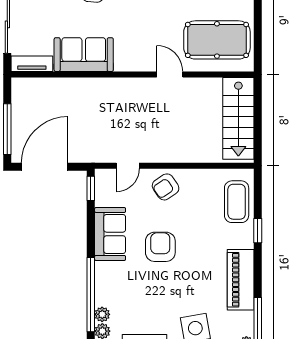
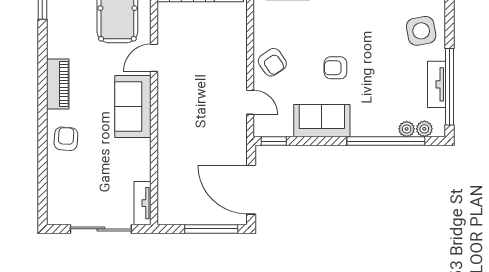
sofa: (84, 55) -> (133, 107), moved
armchair: (160, 247) -> (335, 68), width x0.72, depth x0.72

